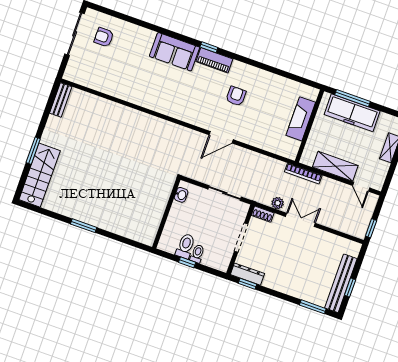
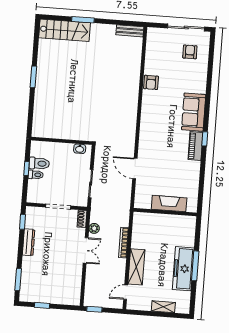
armchair: (236, 96) -> (151, 82), moved, turned 90
fireplace: (301, 119) -> (169, 204), moved
wall: (309, 126) -> (165, 212), moved
dresser: (247, 274) -> (29, 242), moved
bench: (341, 283) -> (43, 297), removed

